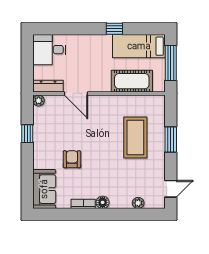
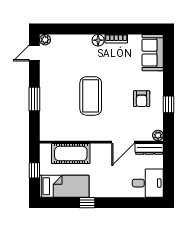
window: (171, 63) -> (34, 170), width x0.46
door: (76, 93) -> (123, 142), swing flipped
coffee table: (135, 137) -> (91, 96), moved
armchair: (72, 159) -> (142, 99), moved
plant: (138, 203) -> (45, 40), moved

